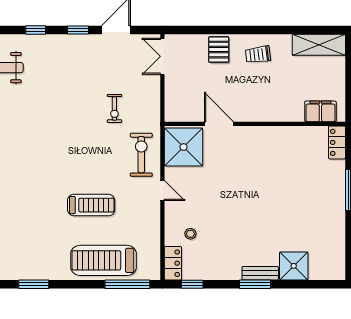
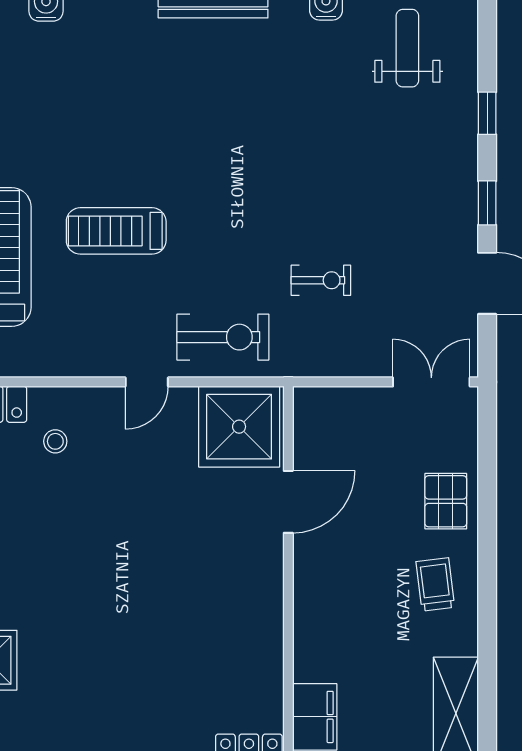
pallet: (219, 50) -> (446, 501), turned 90
exercise bike: (114, 108) -> (321, 280), turned 180
treadmill: (91, 205) -> (116, 231), turned 90

